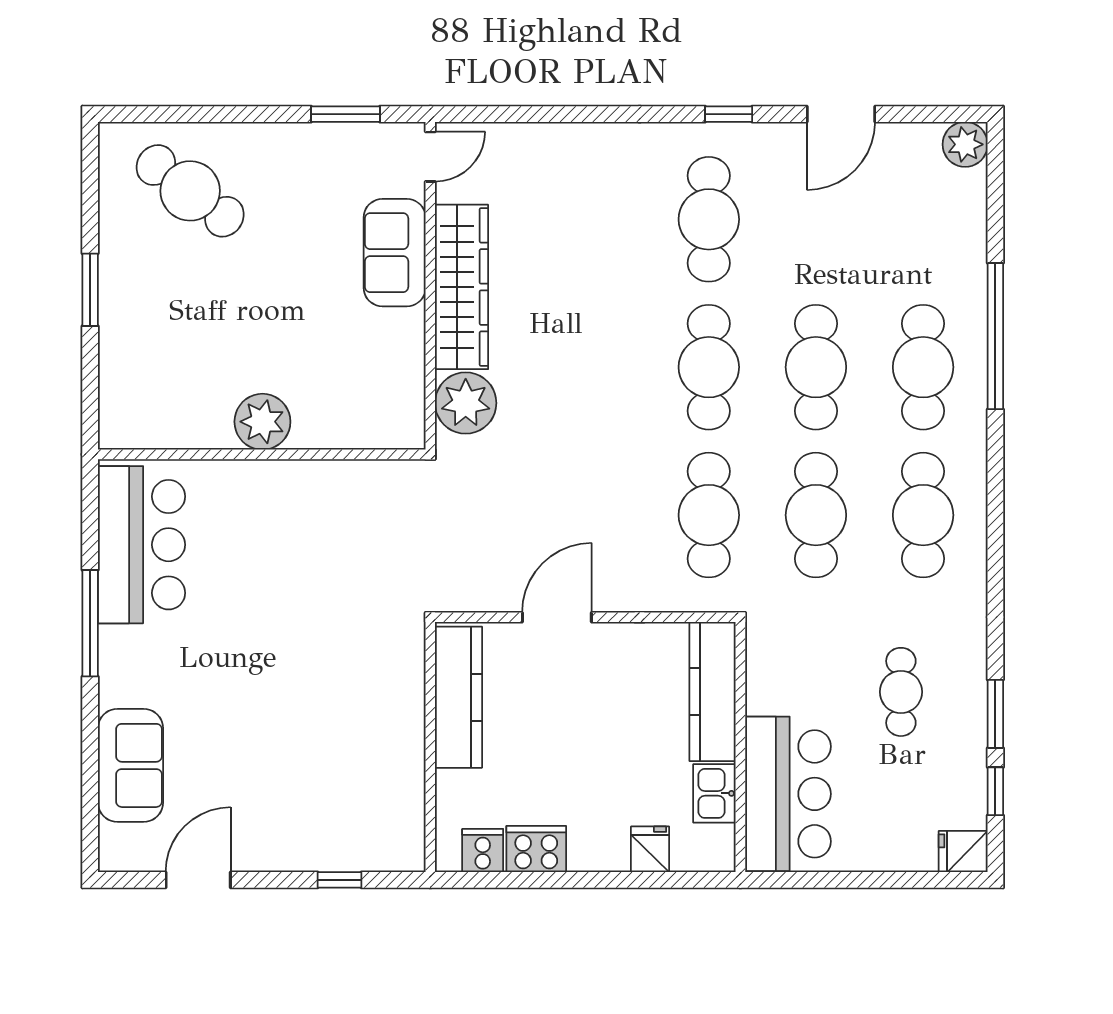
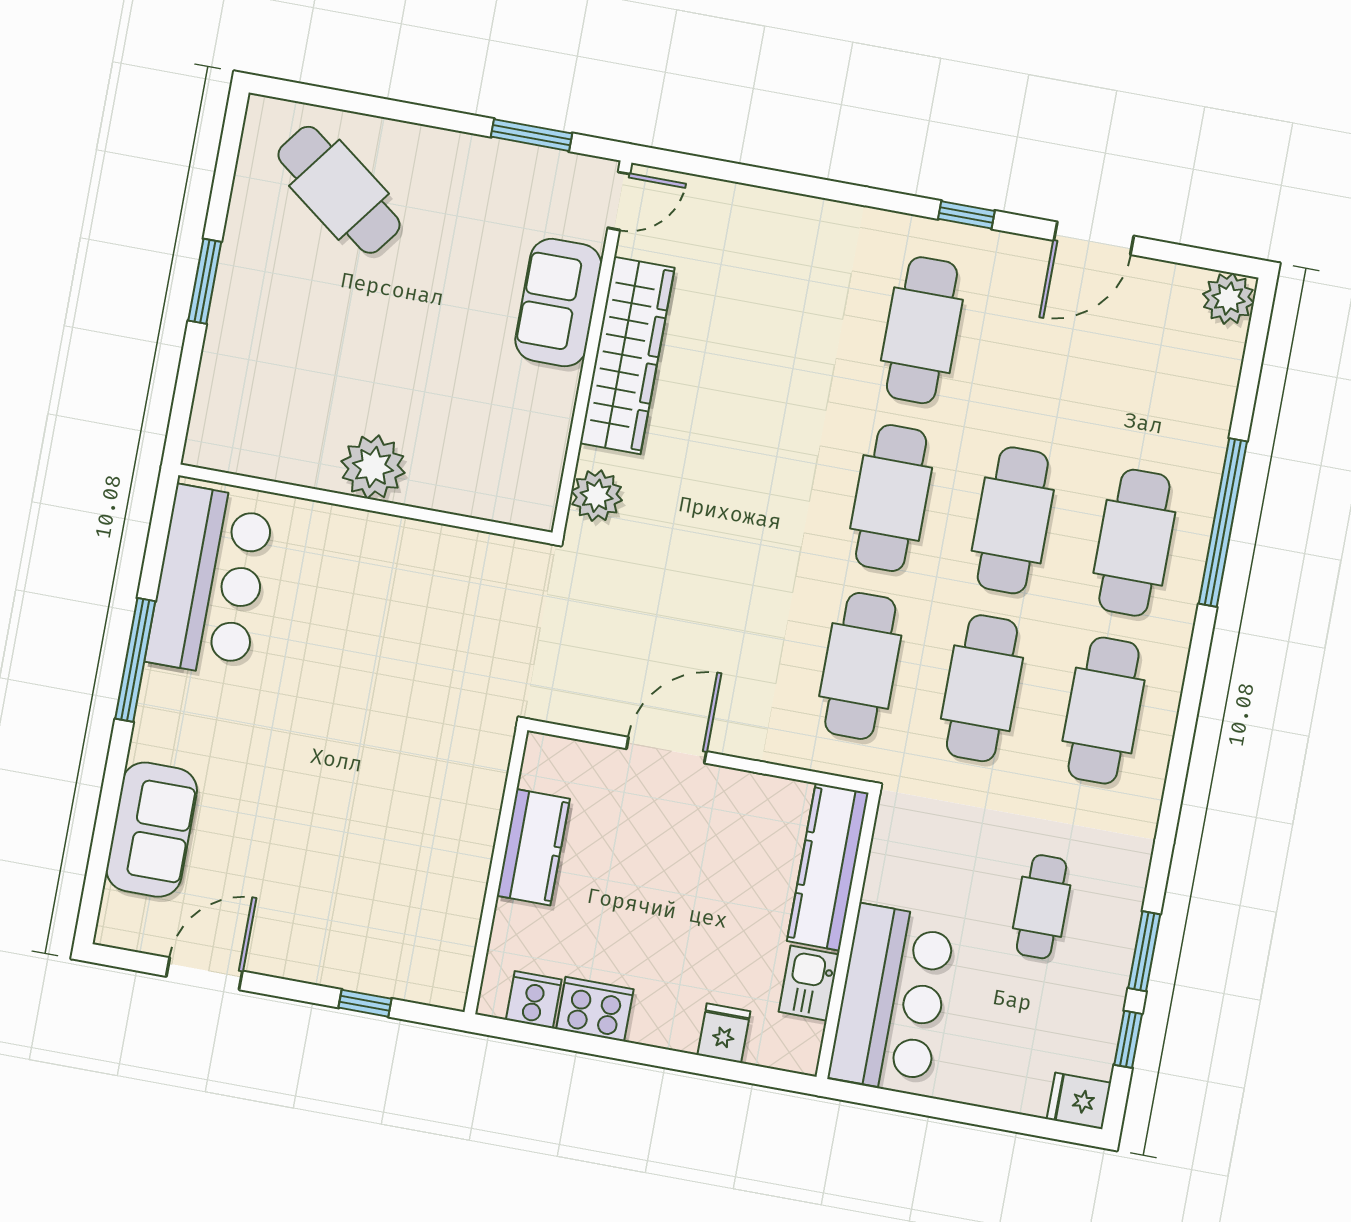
plant: (466, 403) -> (597, 496), width x0.73, depth x0.73
kitchen counter: (459, 697) -> (533, 847), width x0.67

